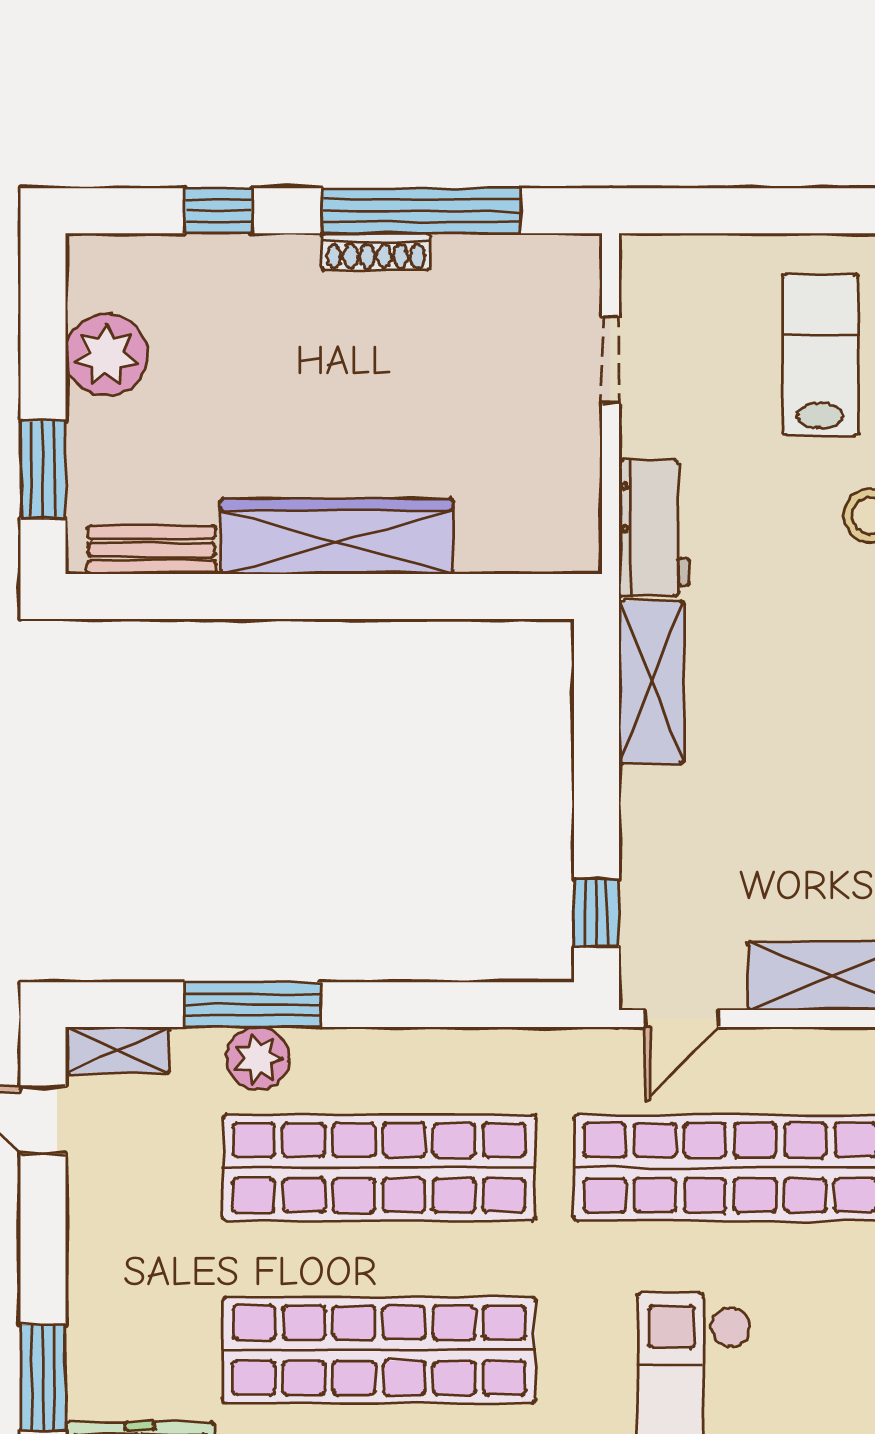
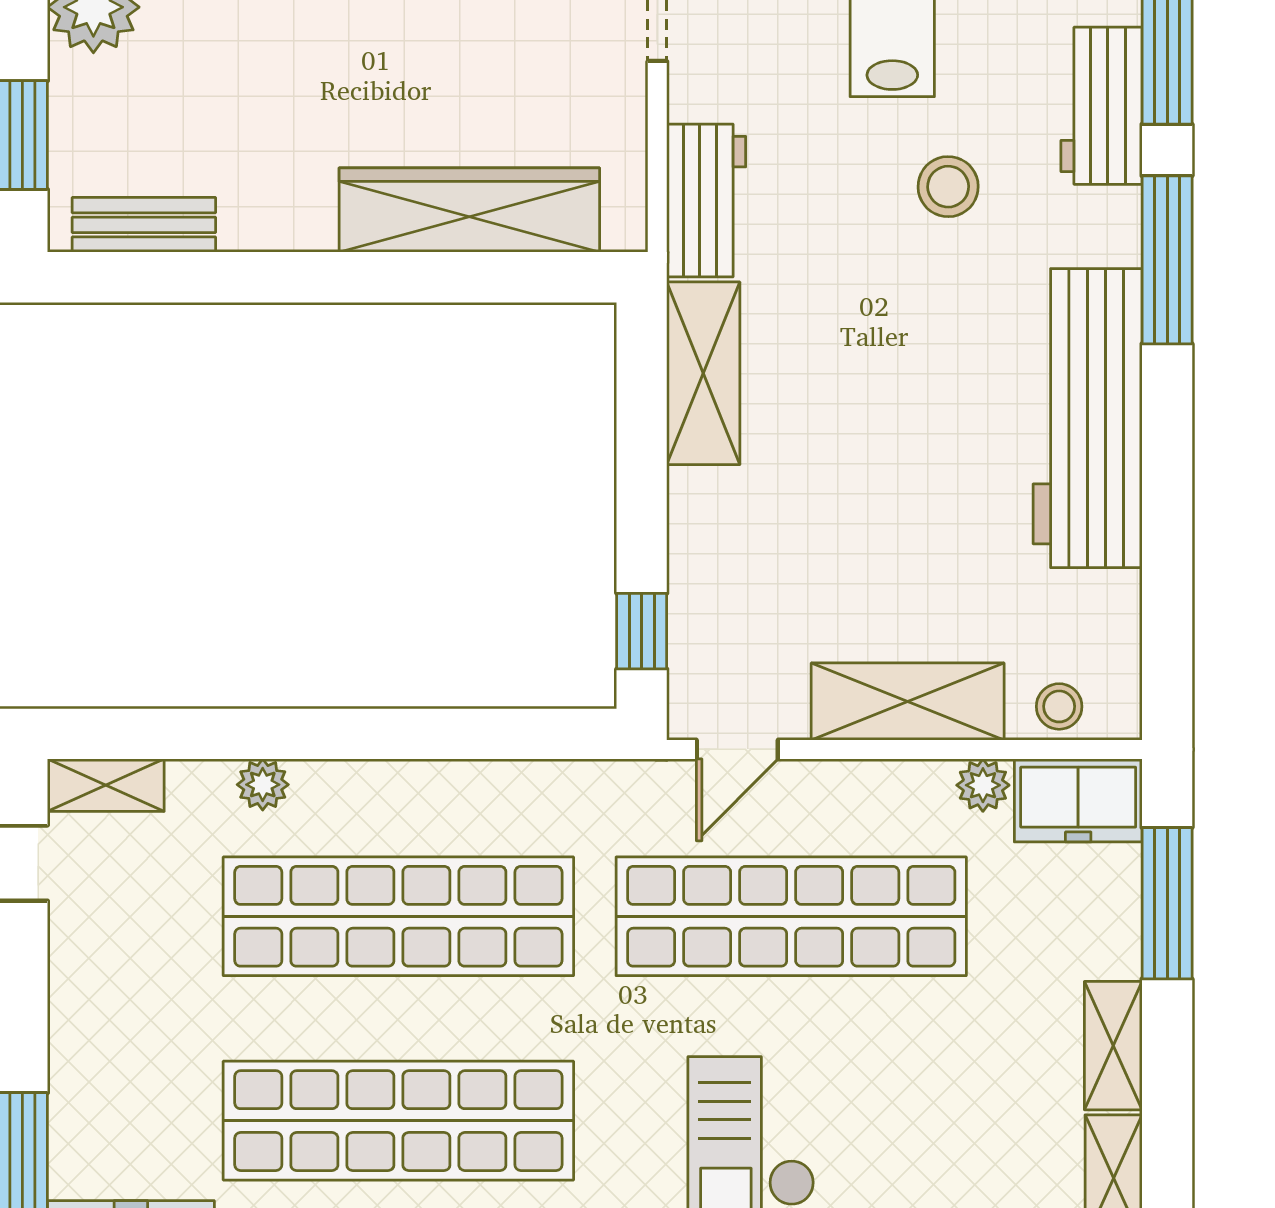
wardrobe: (337, 537) -> (469, 210), moved
window: (252, 1005) -> (257, 734), removed
plant: (258, 1058) -> (263, 785), width x0.73, depth x0.73

